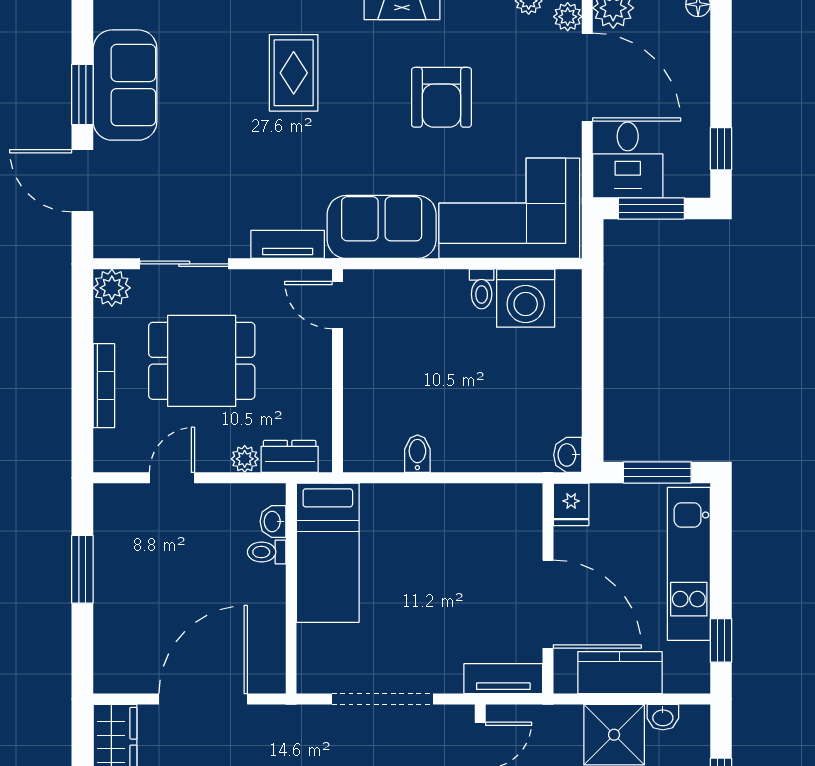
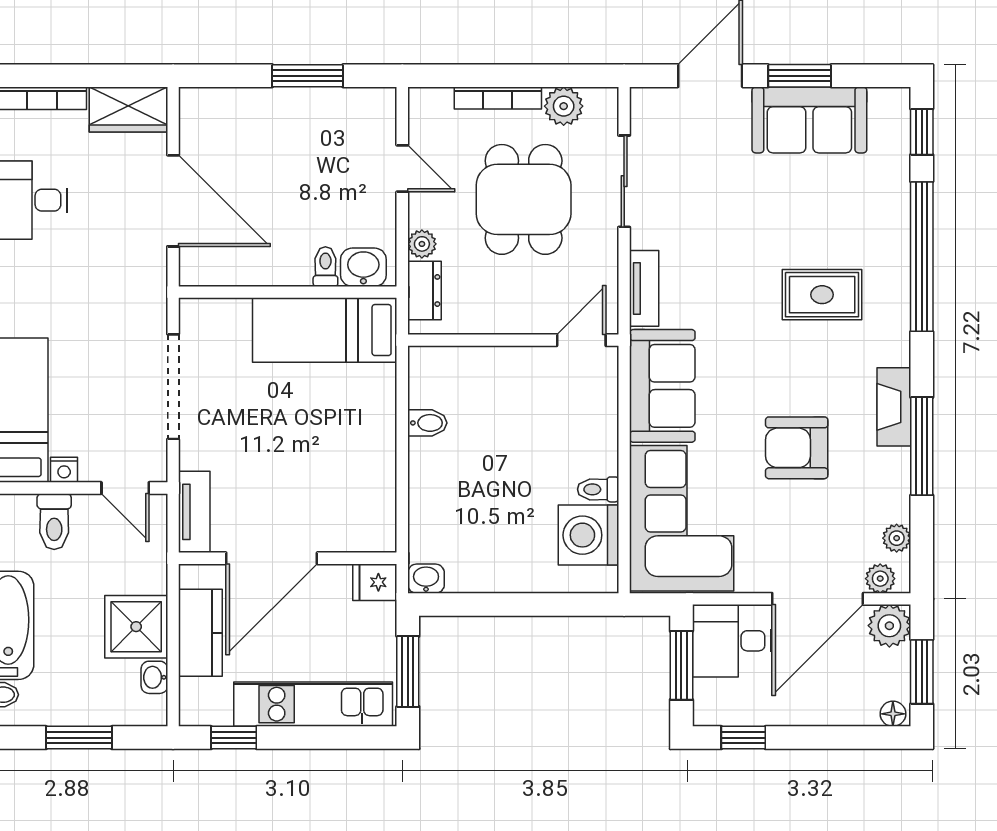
plant: (112, 288) -> (564, 106), moved
washbasin: (273, 521) -> (363, 267), width x1.38, depth x1.45

